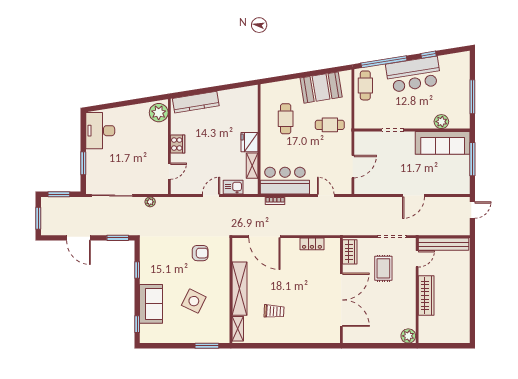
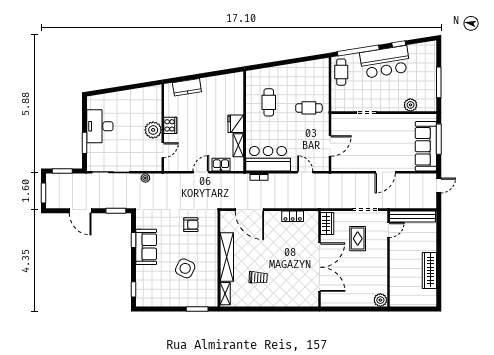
booth: (321, 88) -> (301, 74), removed
kitchen counter: (196, 102) -> (187, 87), width x0.67
plant: (159, 113) -> (153, 130), moved
desk: (100, 131) -> (100, 126), moved
sofa: (443, 143) -> (426, 146), moved, turned 90
wardrobe: (426, 296) -> (429, 270), moved, turned 180
sofa: (151, 304) -> (146, 247), moved

